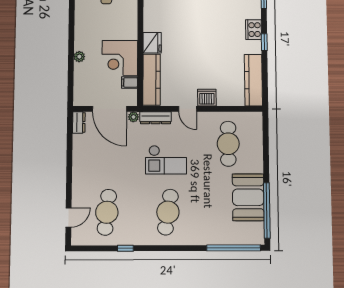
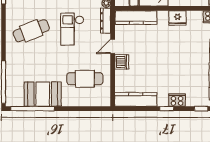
fridge: (152, 43) -> (178, 18), moved
cafe table: (168, 212) -> (31, 31), turned -30

